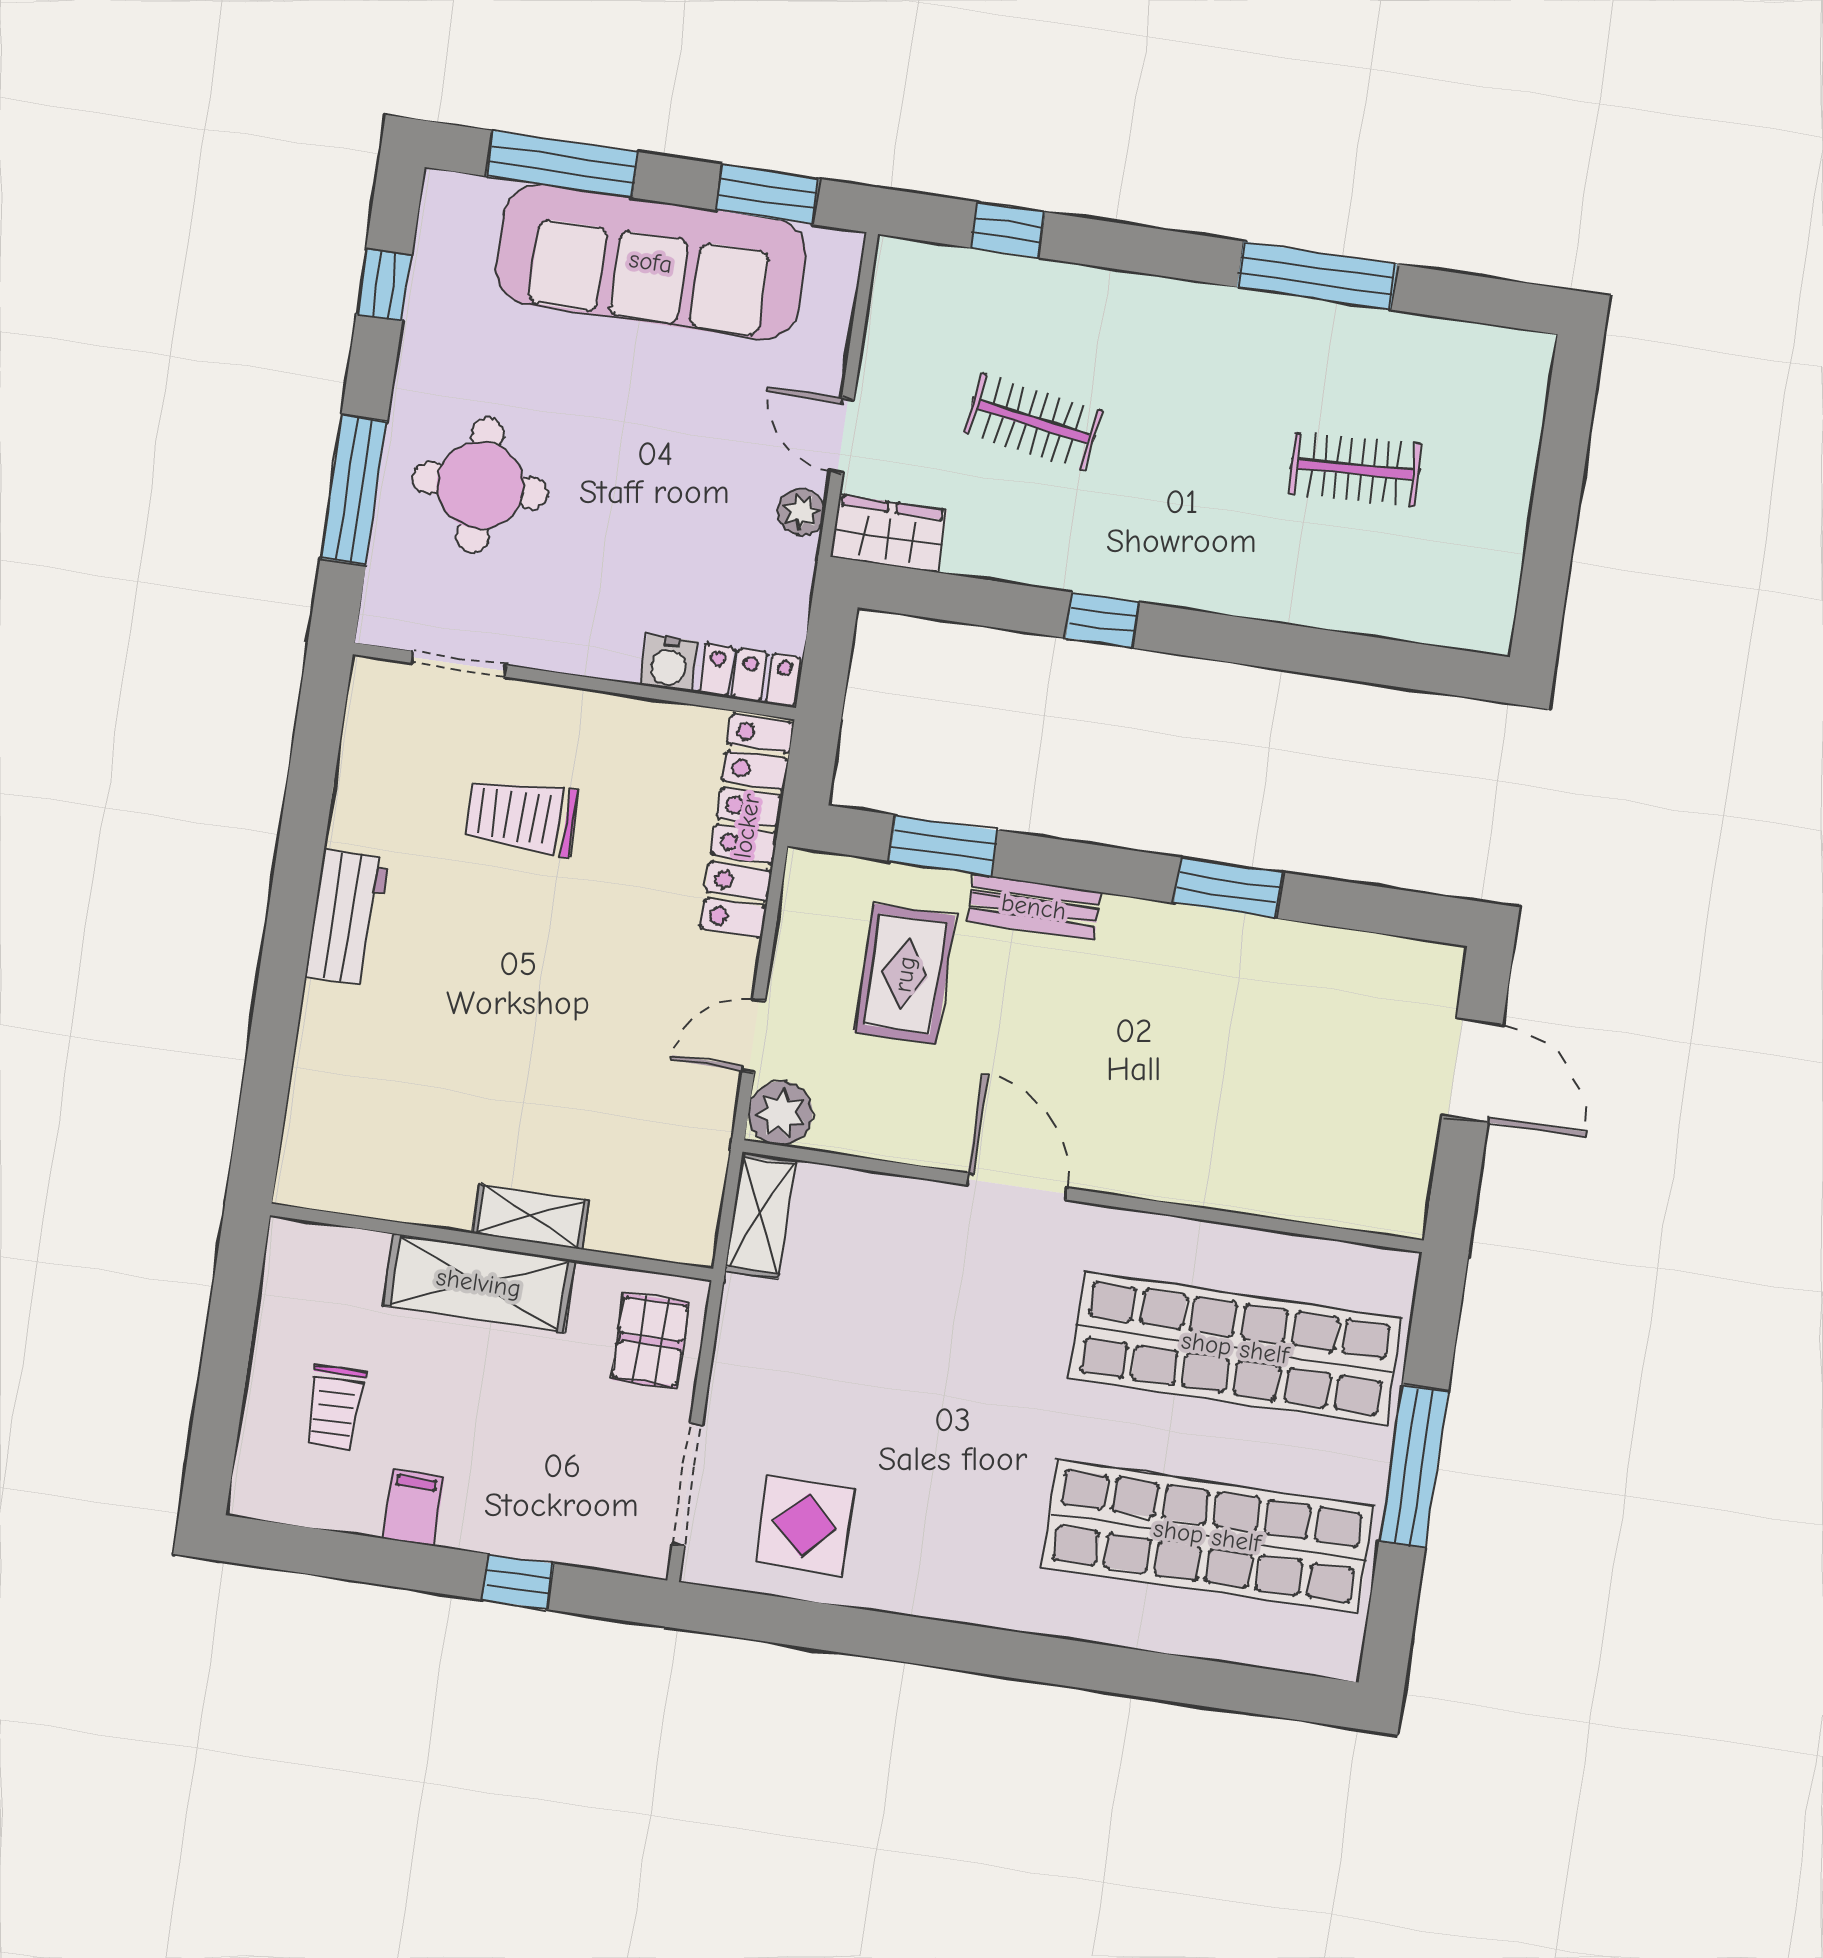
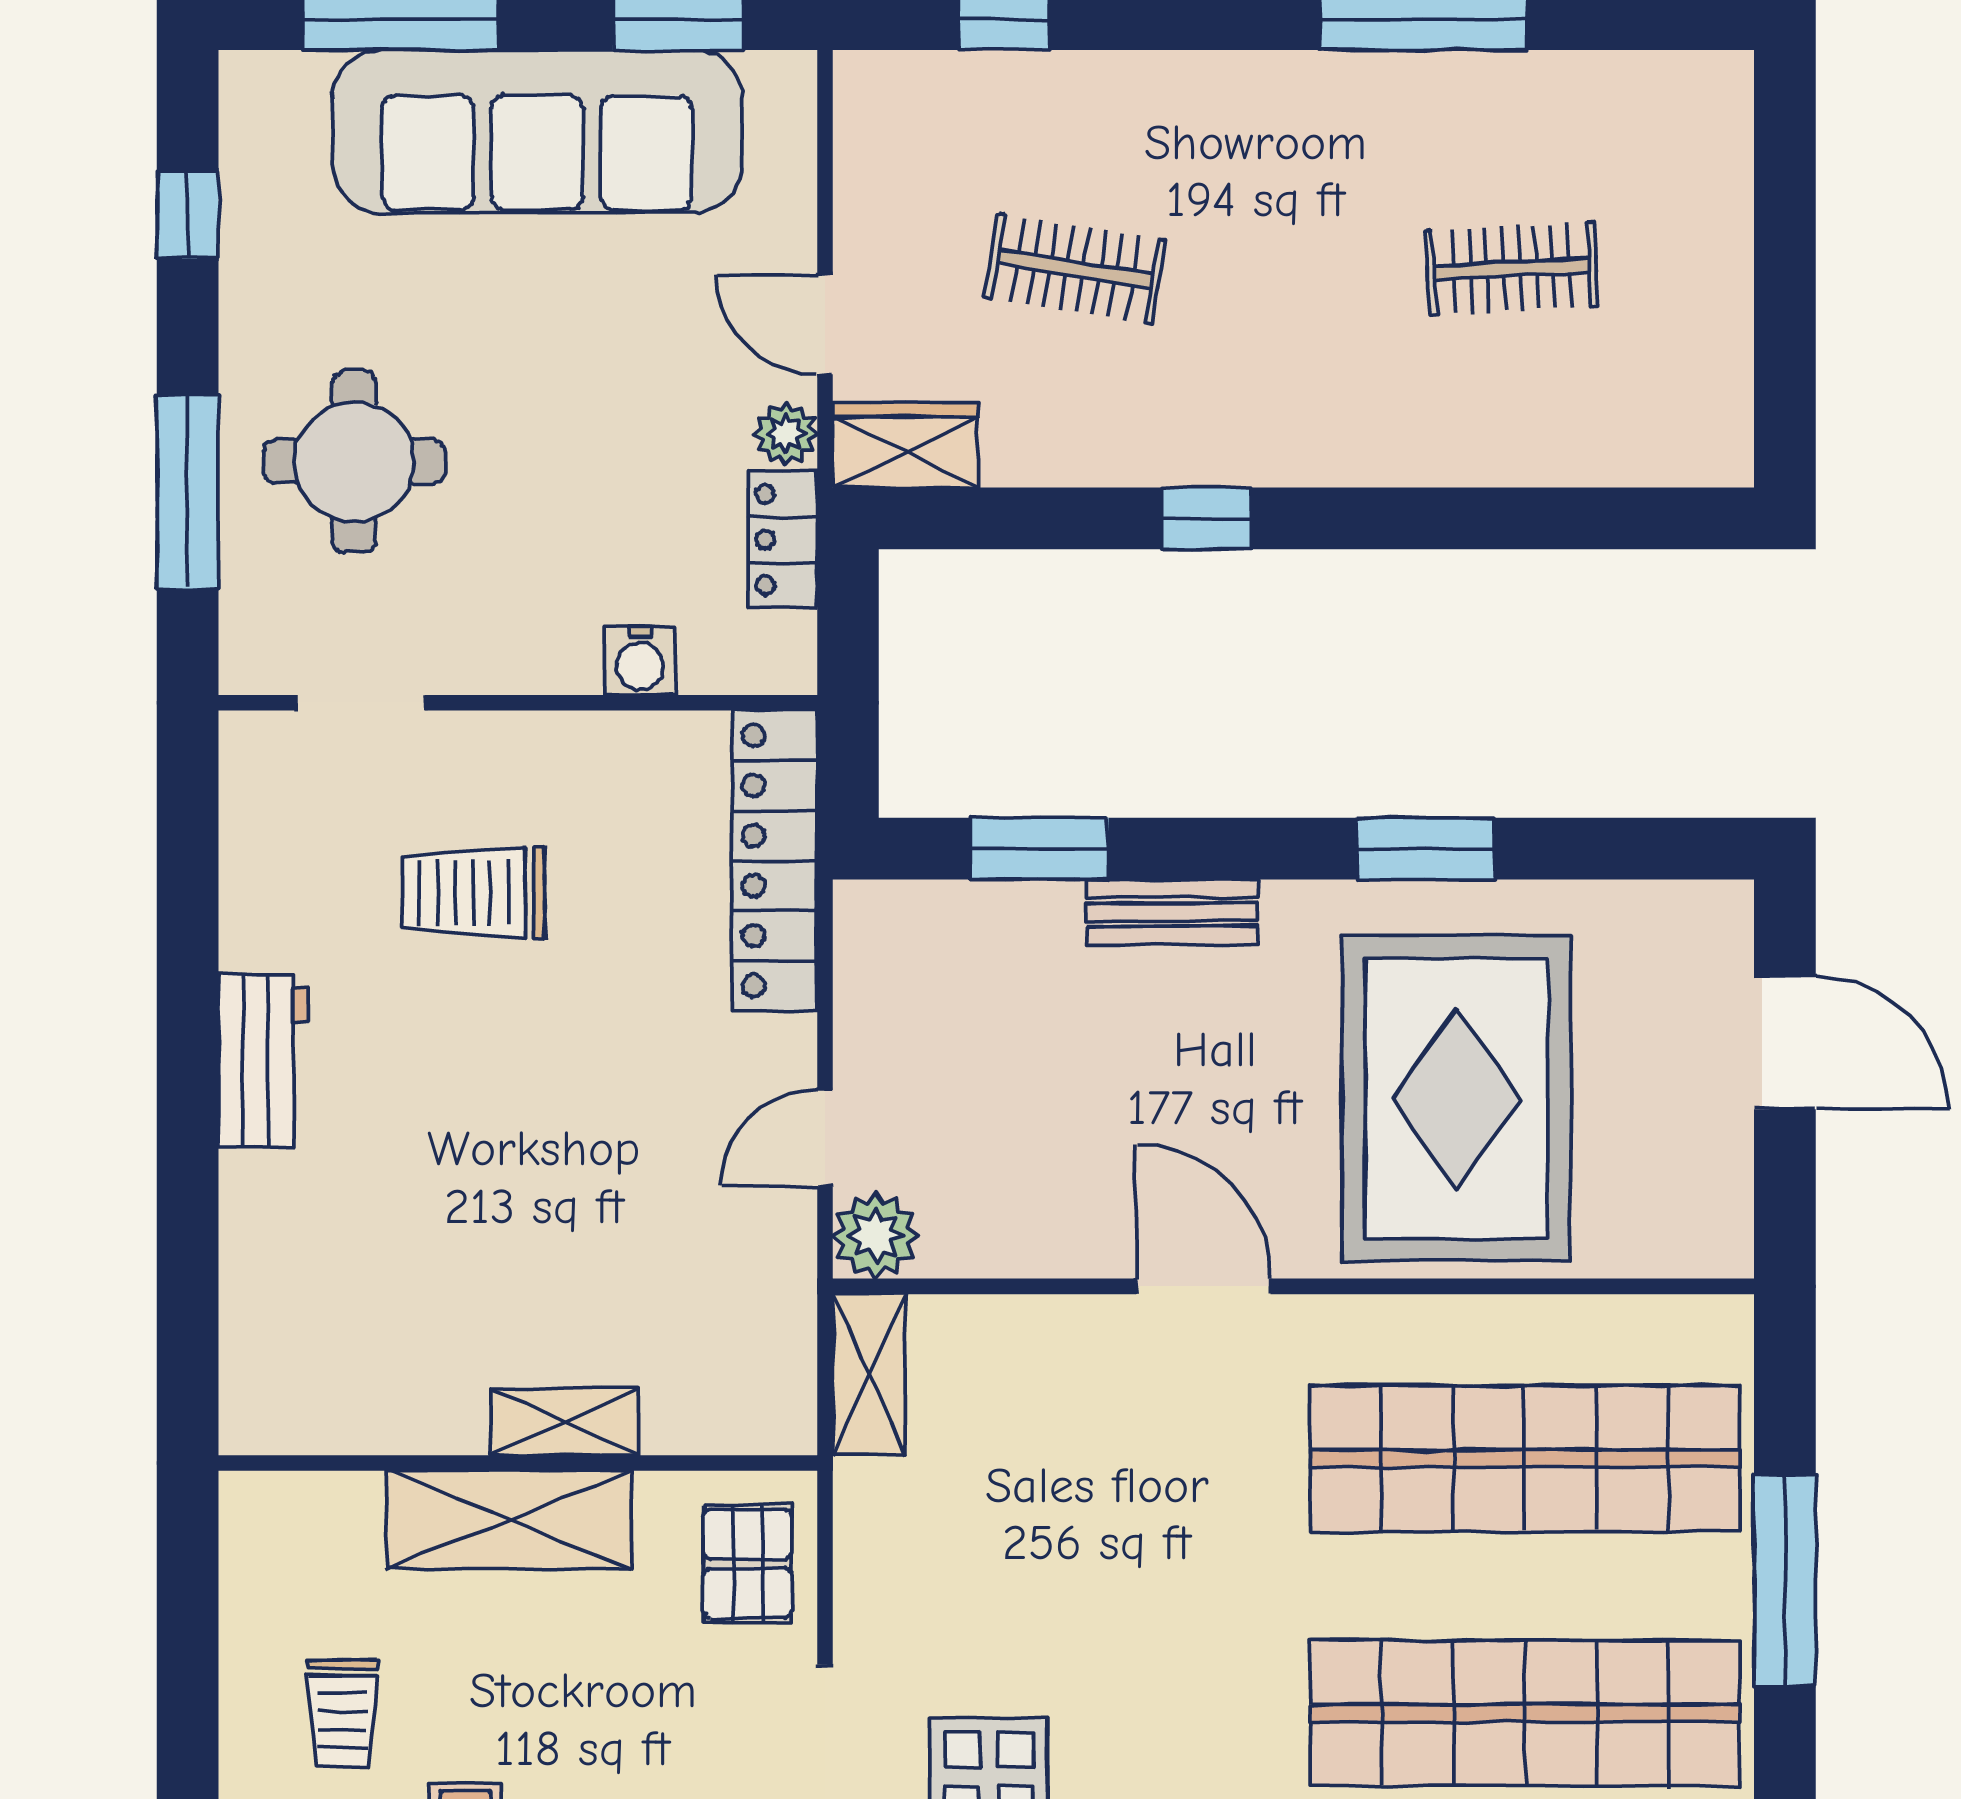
locker: (750, 675) -> (783, 540), moved, turned -90
rug: (905, 974) -> (1457, 1098), moved, width x1.86, depth x2.06

